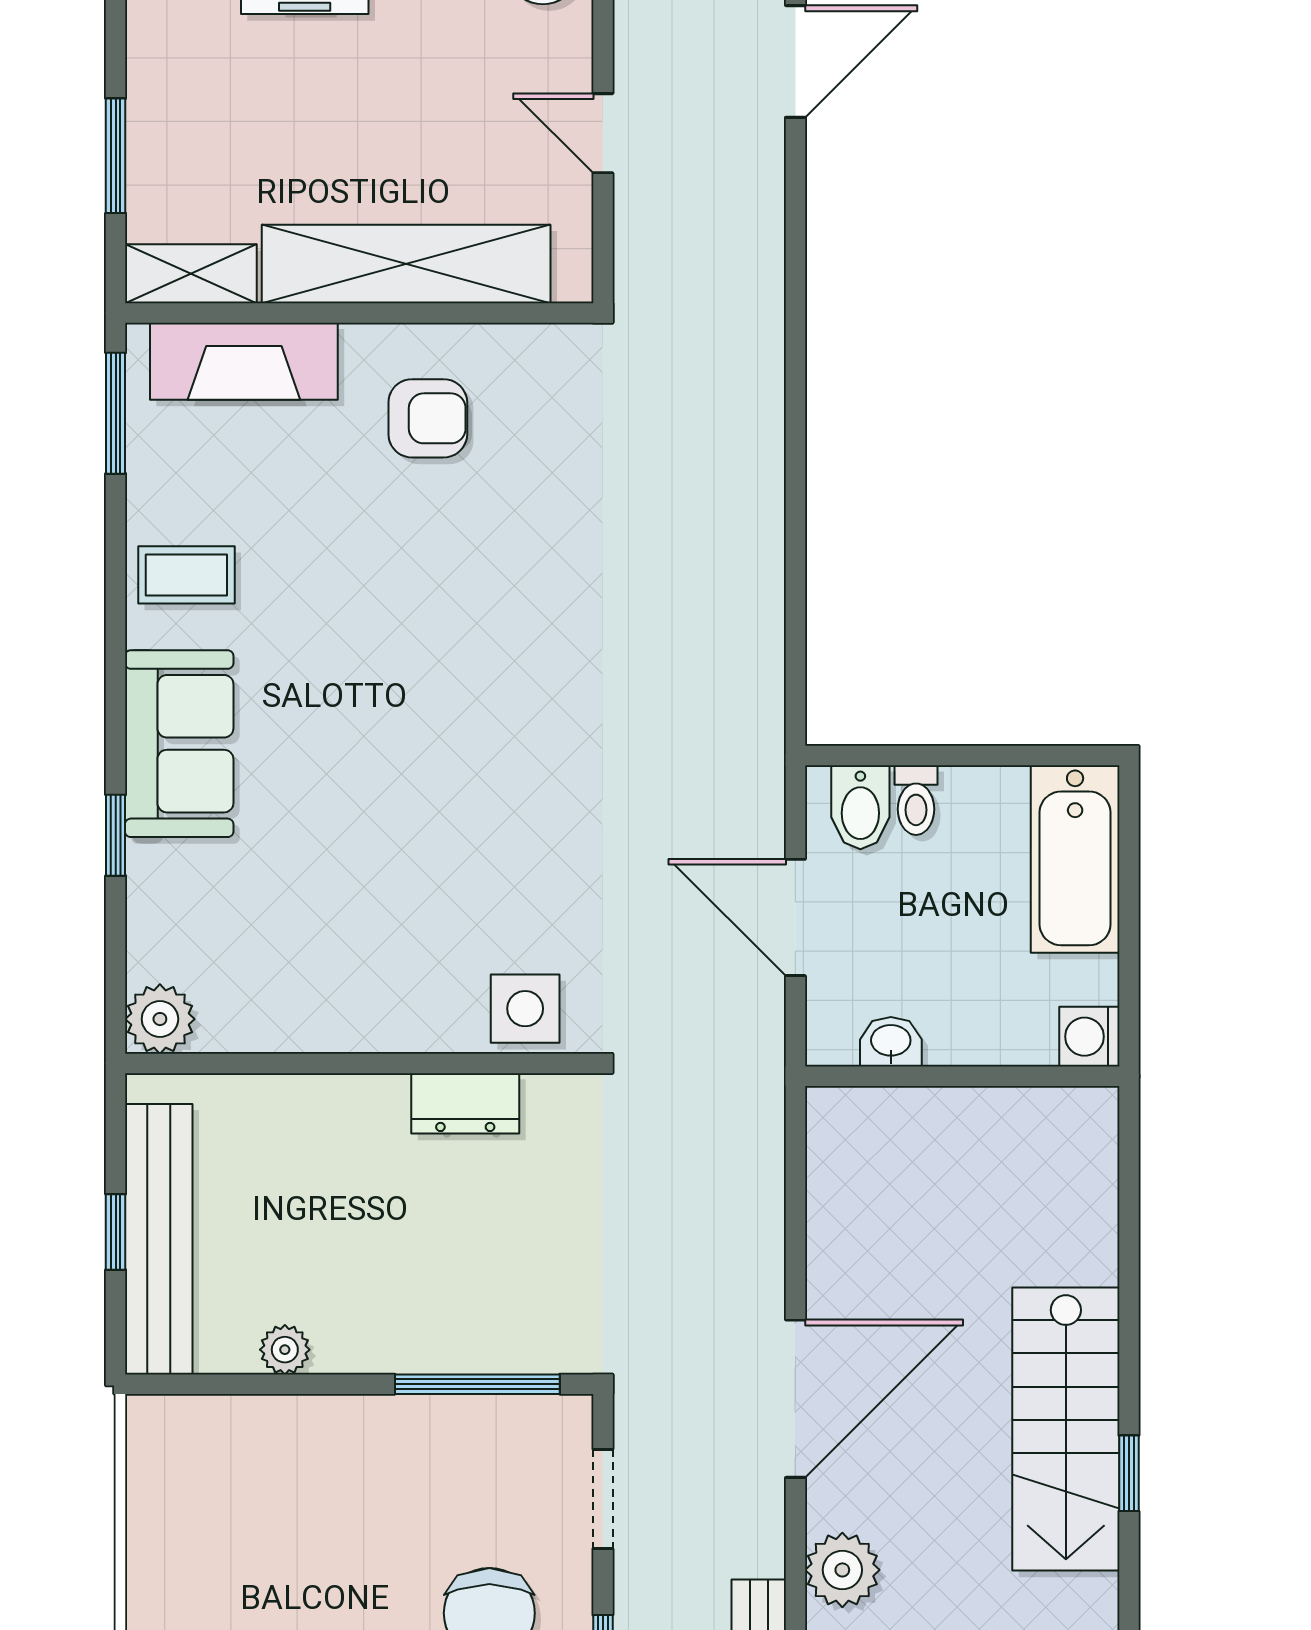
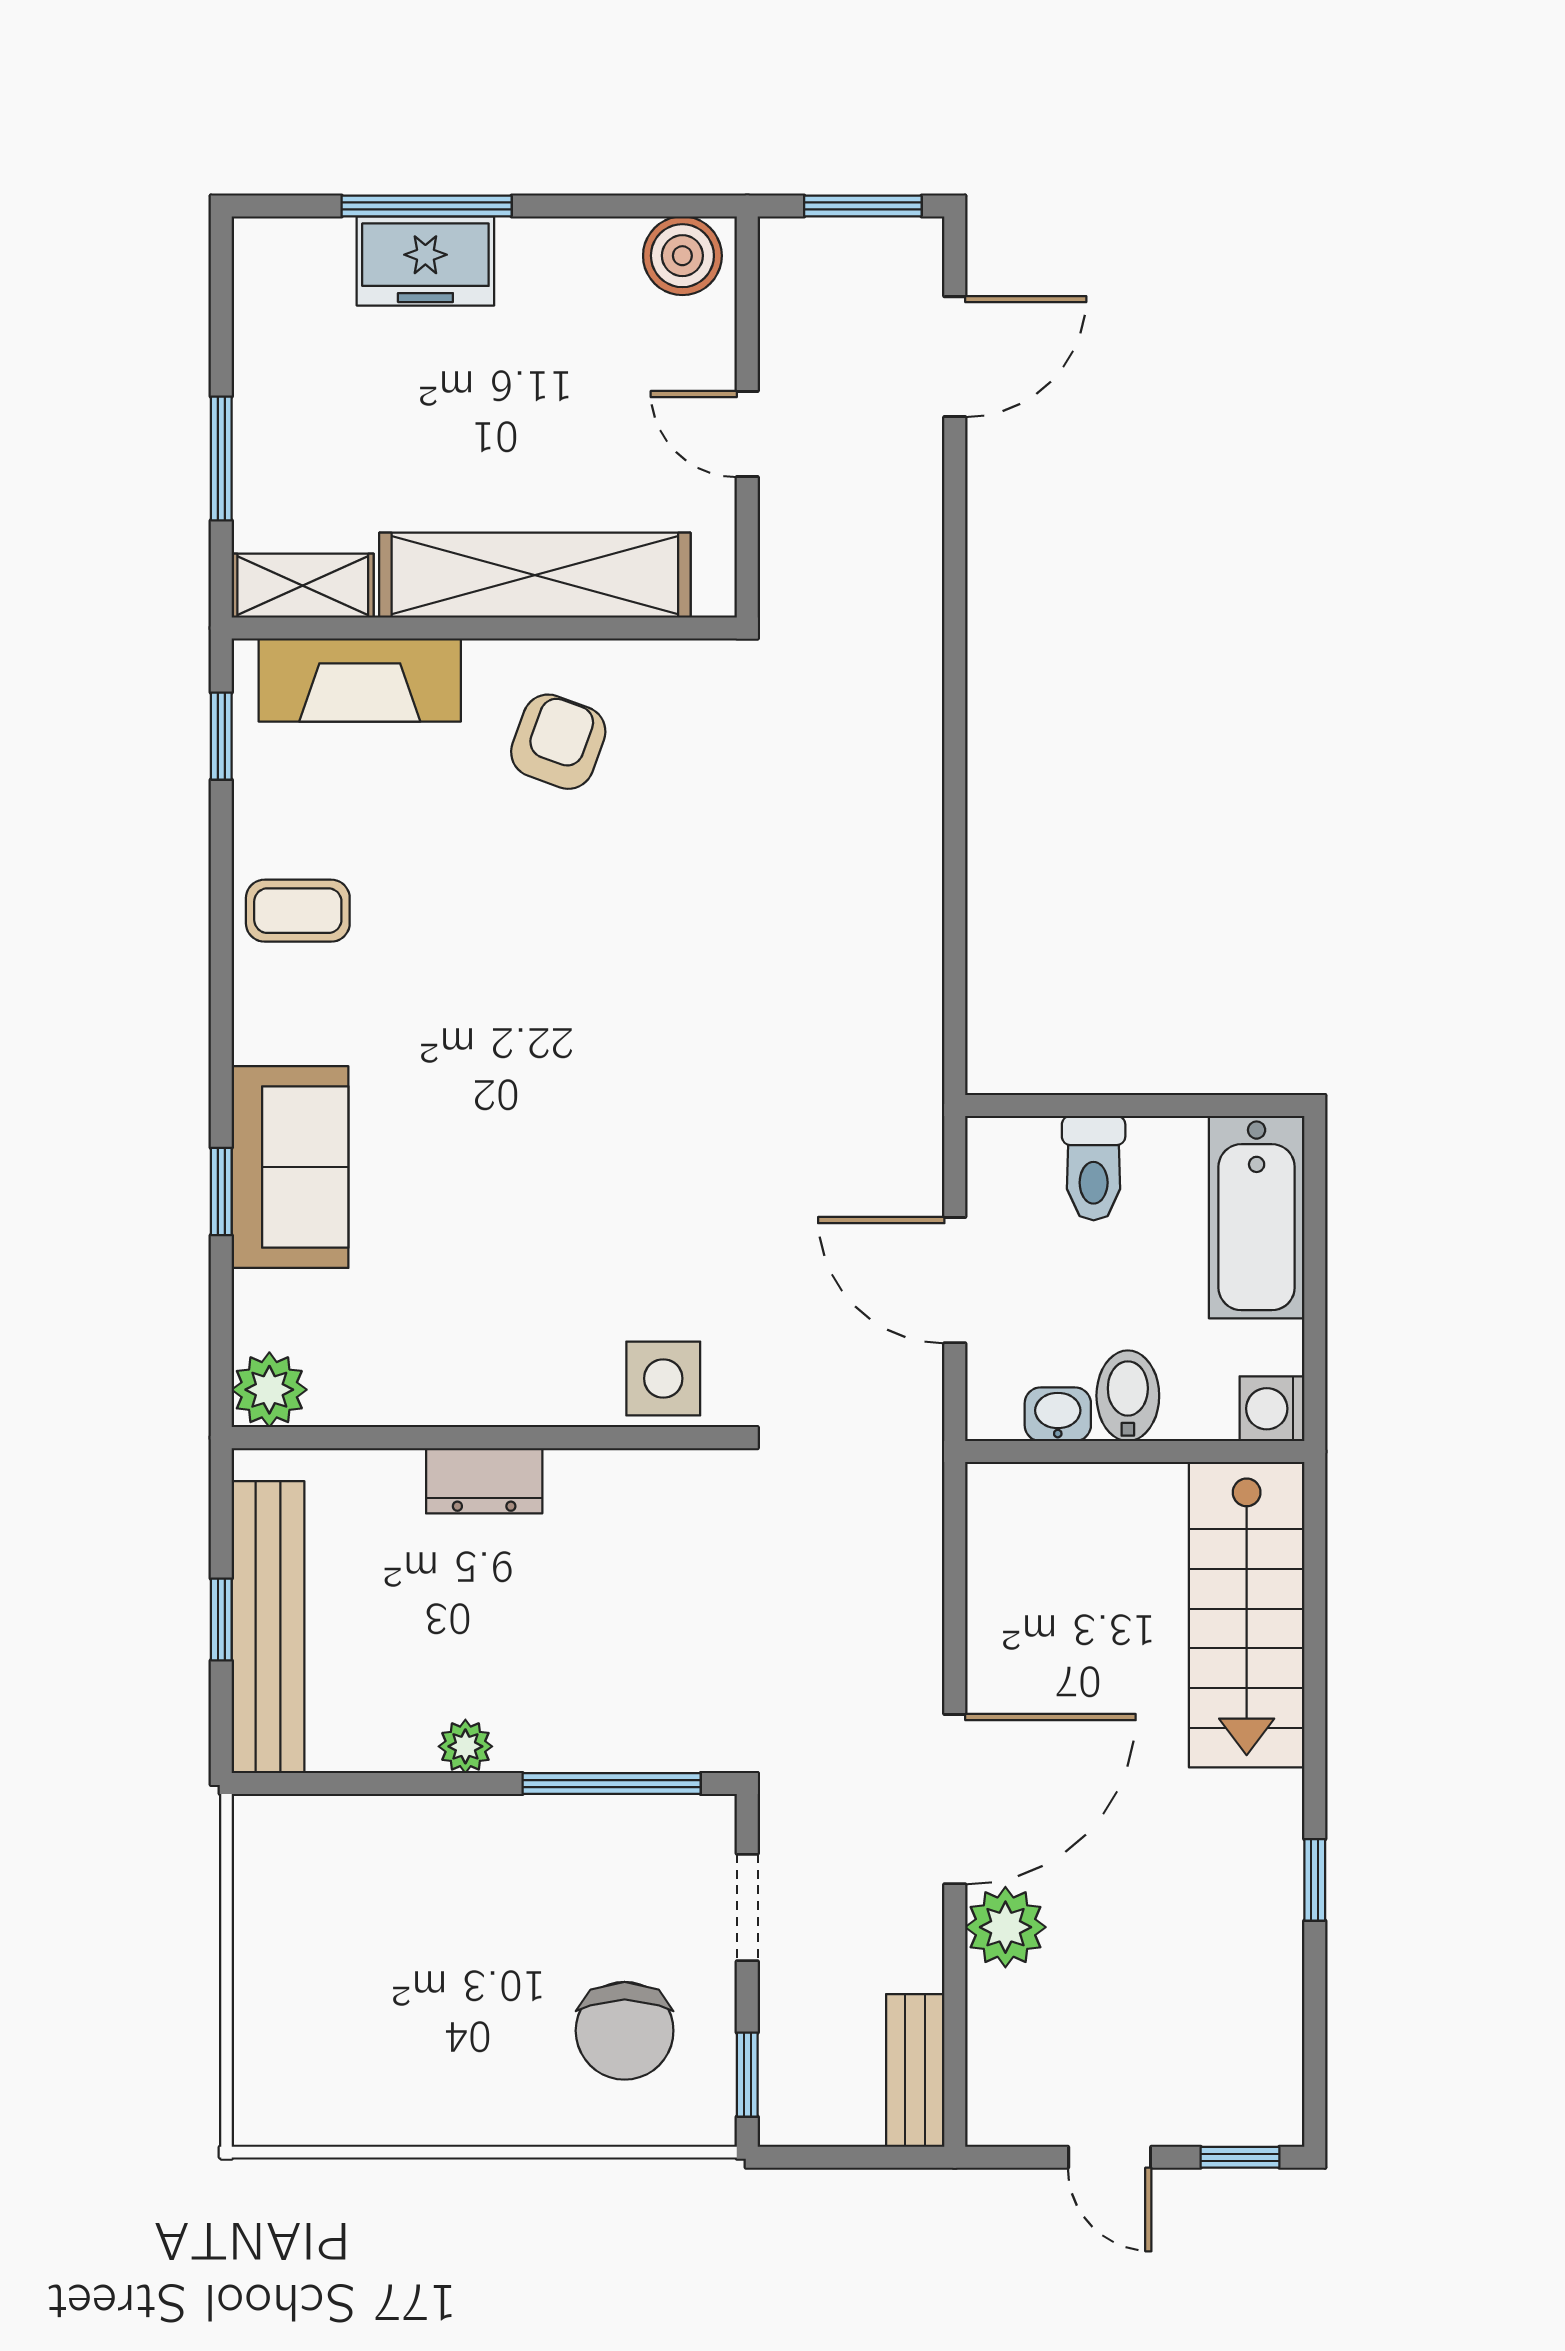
window: (116, 413) -> (221, 736), width x0.67
armchair: (428, 418) -> (558, 742), turned -70
sofa: (179, 744) -> (290, 1167), moved
toilet: (916, 800) -> (1094, 1168), width x1.37, depth x1.39
bidet: (860, 807) -> (1128, 1396), moved, turned 180
dresser: (465, 1103) -> (484, 1481), moved
plant: (285, 1350) -> (465, 1746), moved
stairs: (1066, 1429) -> (1247, 1615), moved
plant: (842, 1570) -> (1005, 1927), moved

